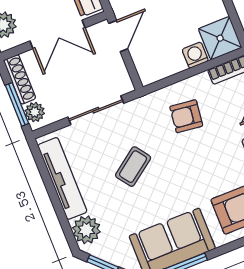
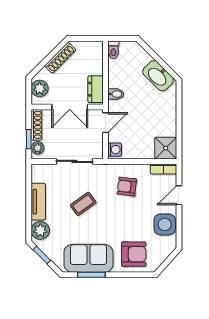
washing machine: (195, 55) -> (115, 150), moved, turned 90
window: (17, 104) -> (29, 139), width x0.67
tv unit: (62, 178) -> (38, 202), width x0.71

